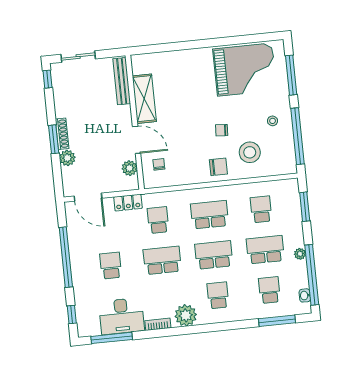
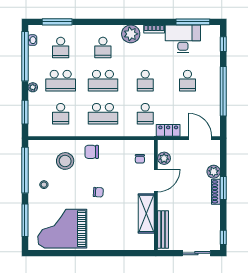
chair: (222, 130) -> (98, 192), moved
door: (137, 140) -> (156, 181), swing flipped
plant: (300, 254) -> (33, 87), moved
school desk: (162, 260) -> (145, 81), width x0.54

